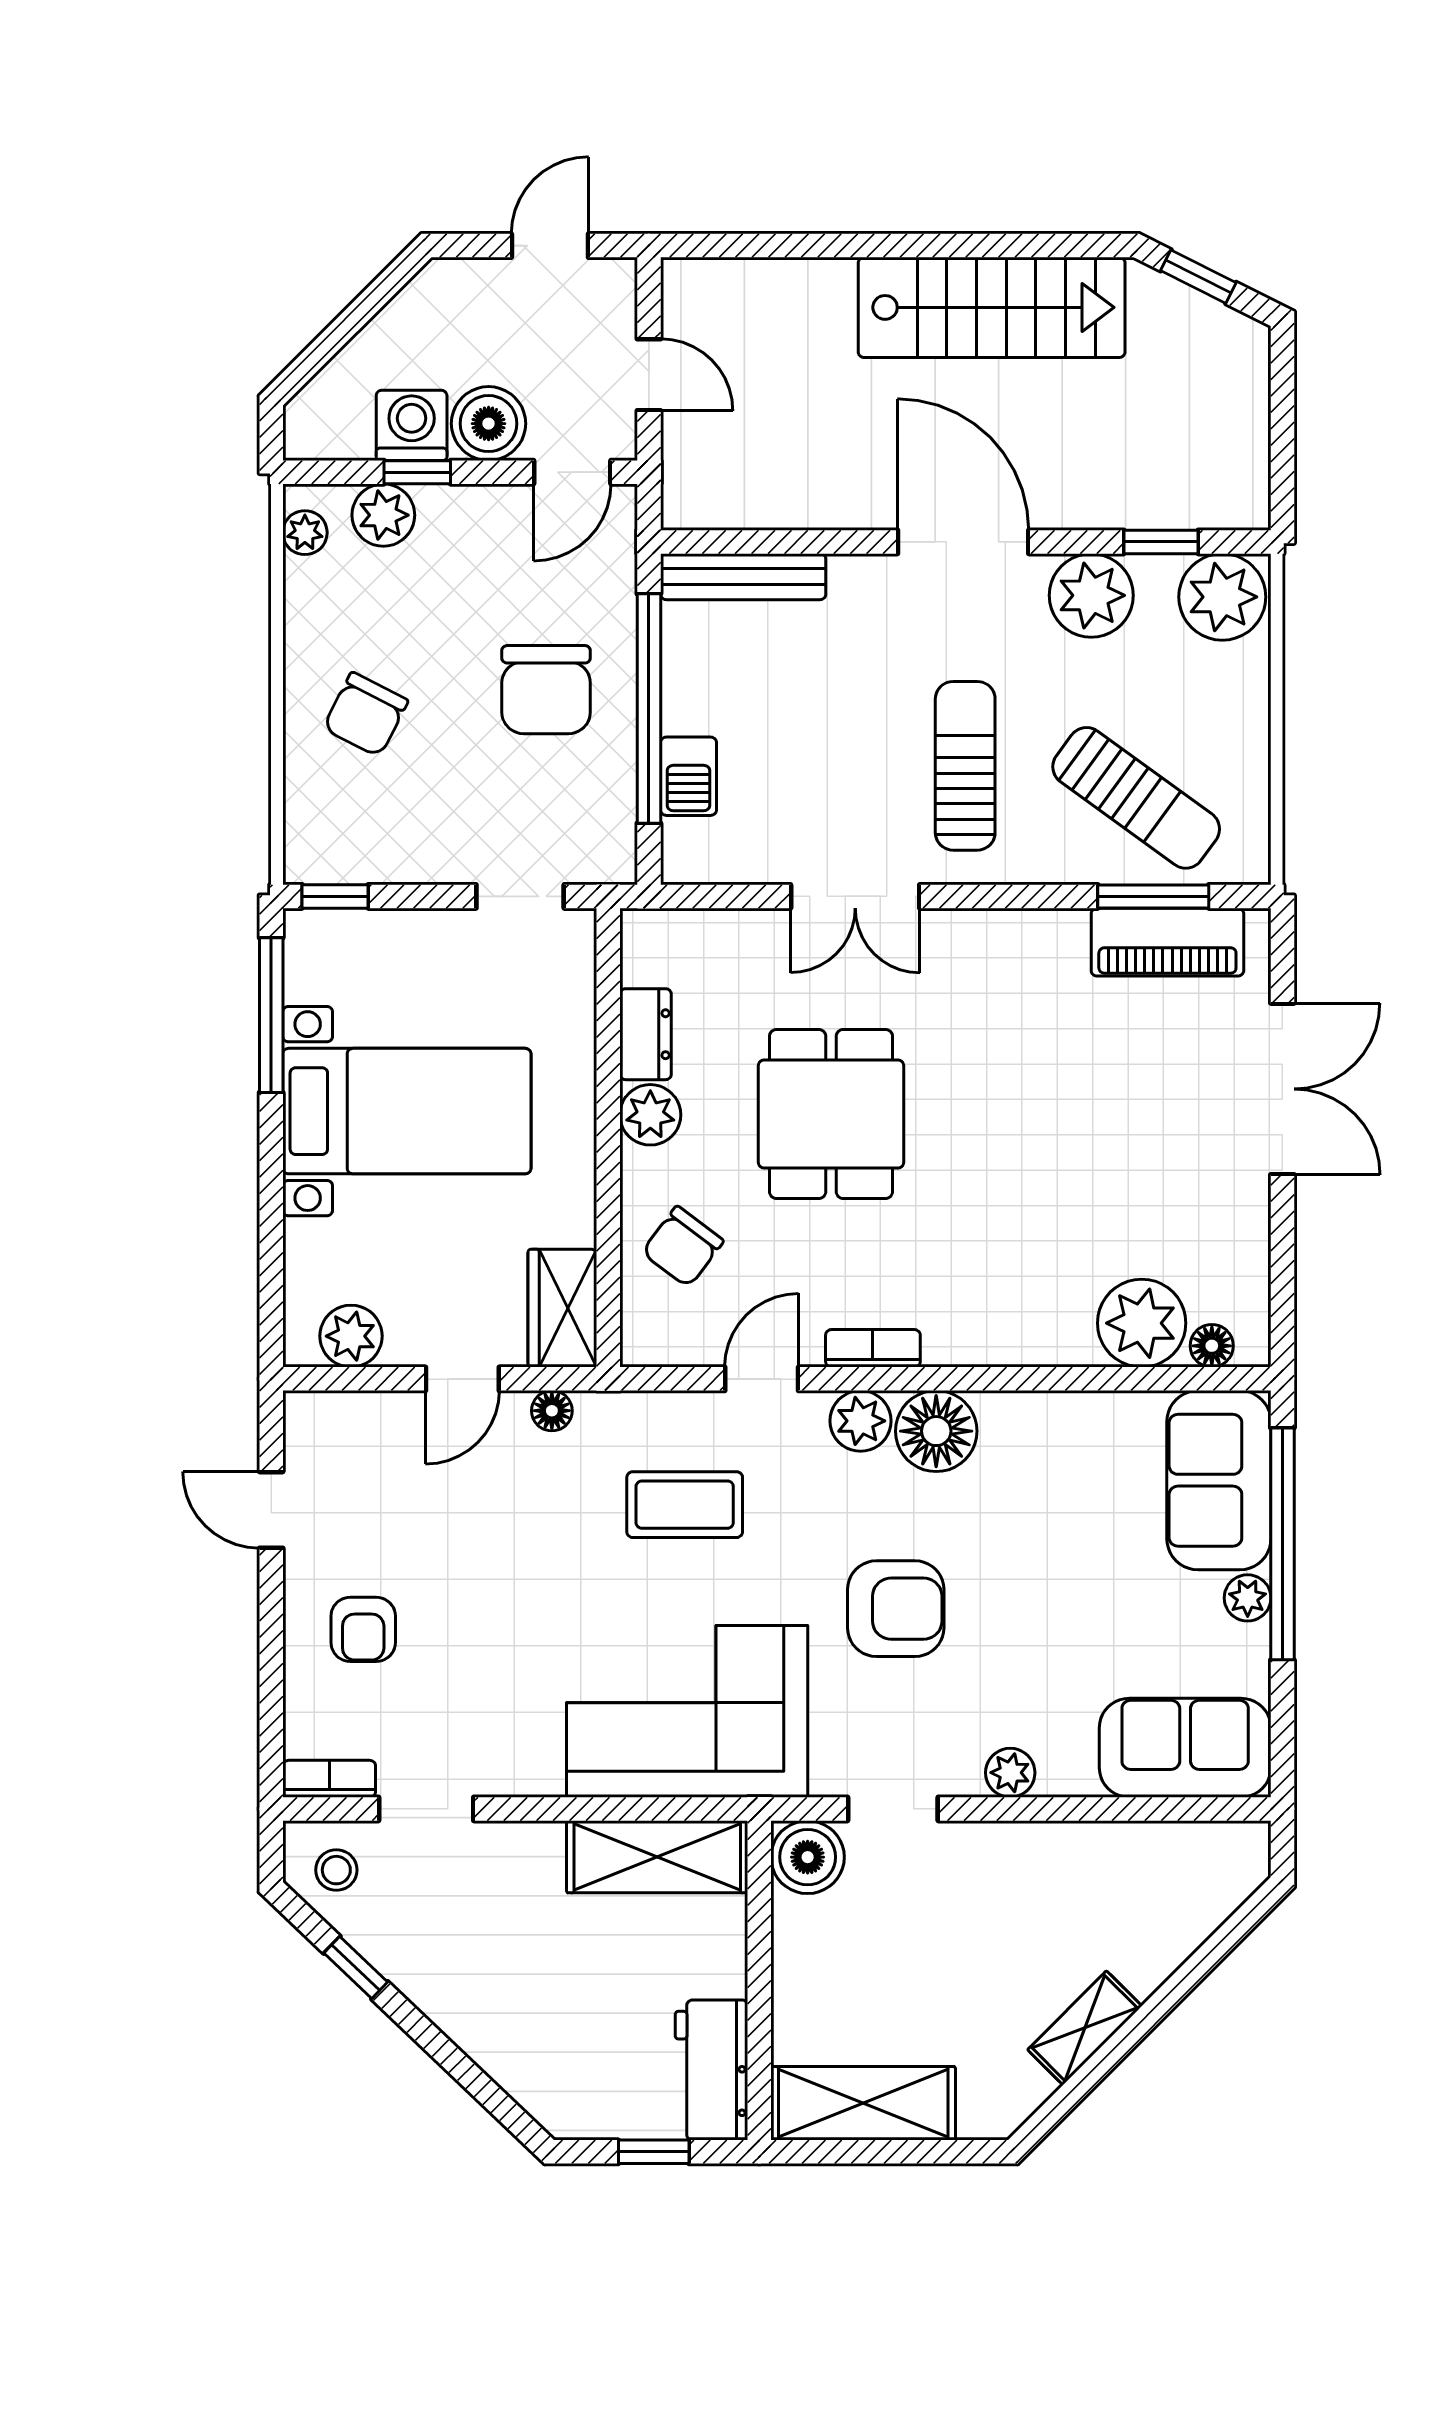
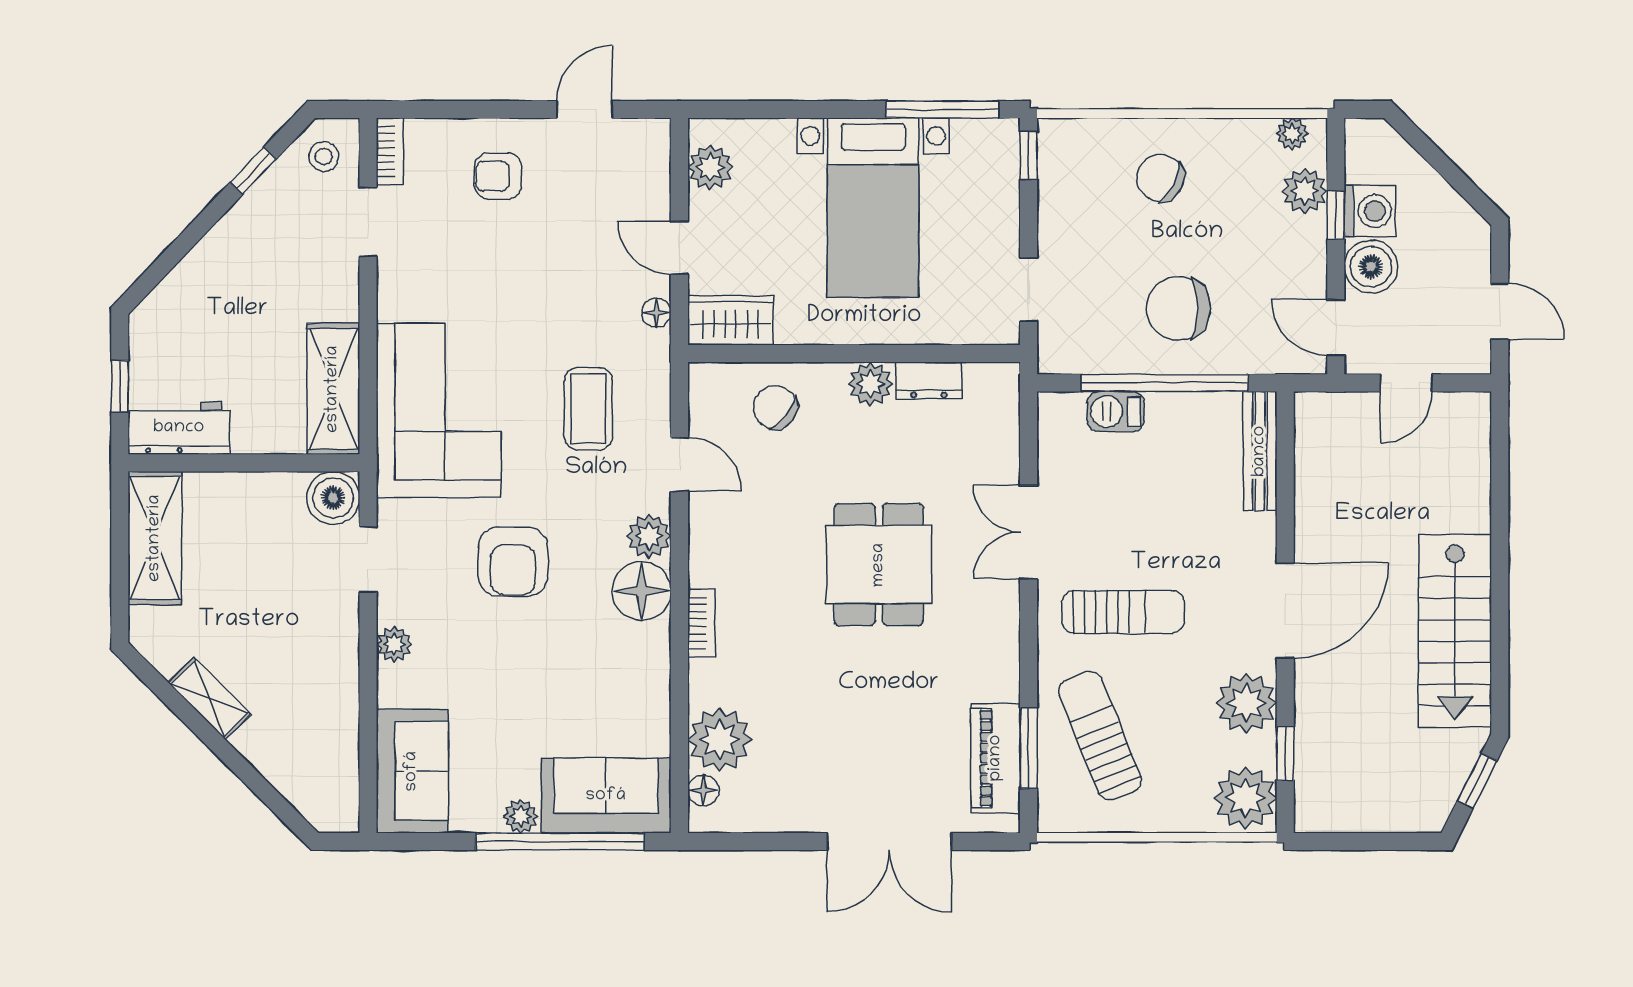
sun lounger: (1136, 798) -> (1100, 736), turned 122
dining table: (831, 1114) -> (879, 565), moved, turned 90
bookcase: (873, 1348) -> (701, 623), moved

